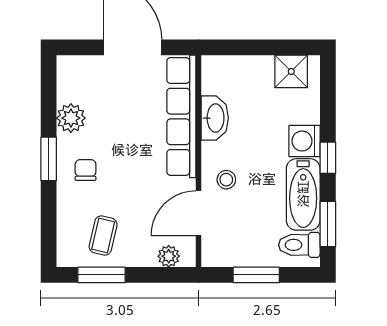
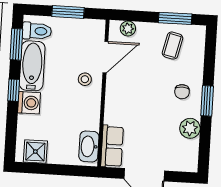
row of seats: (181, 116) -> (112, 146), width x0.50
washbasin: (215, 118) -> (89, 146), moved

